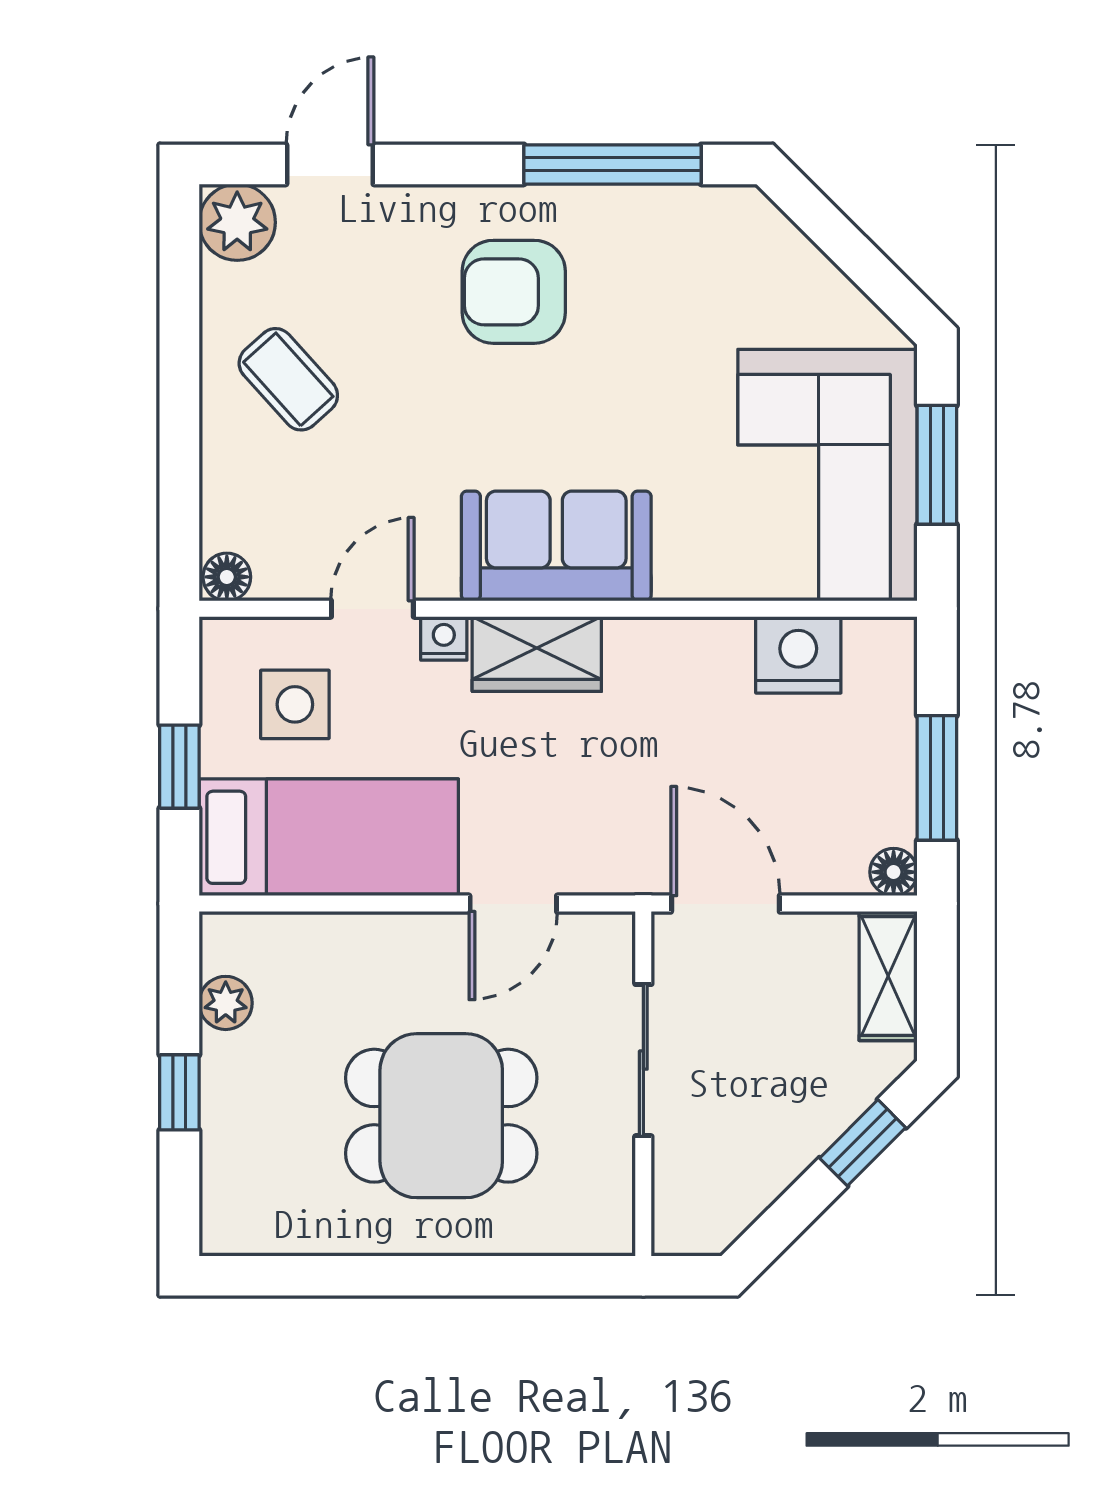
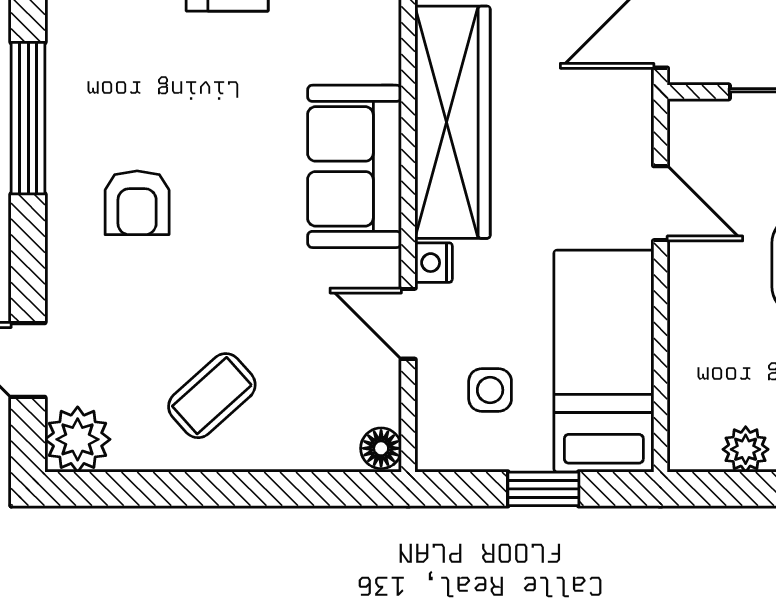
armchair: (514, 292) -> (137, 203), width x0.72, depth x0.72
wardrobe: (537, 654) -> (453, 122), width x2.10, depth x1.17
side table: (295, 704) -> (490, 390), width x0.73, depth x0.73

